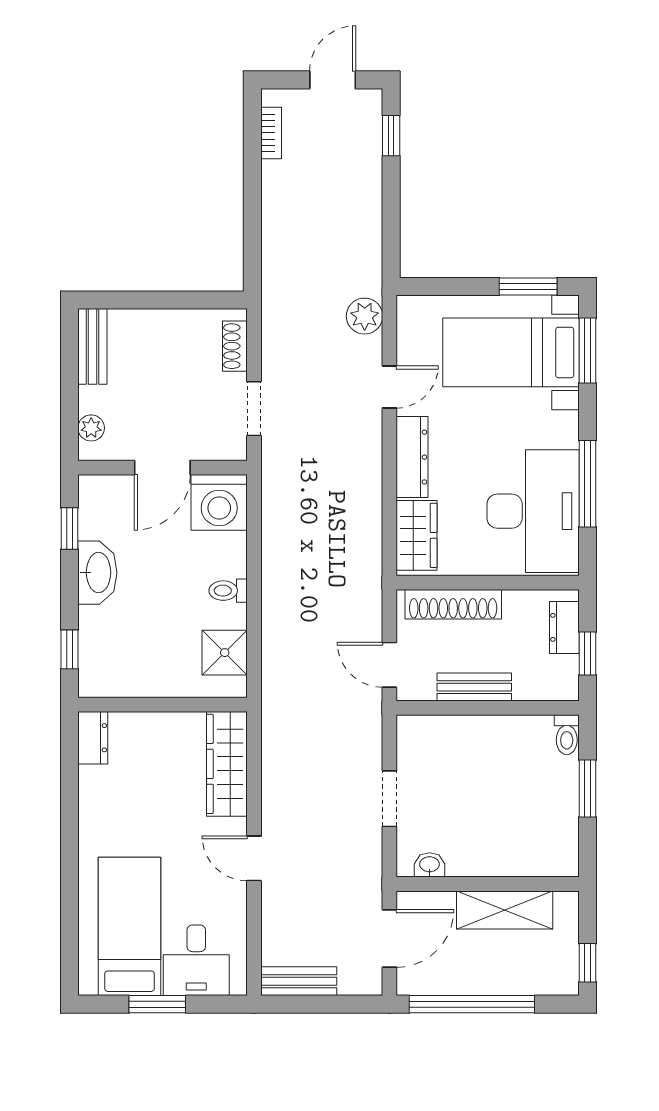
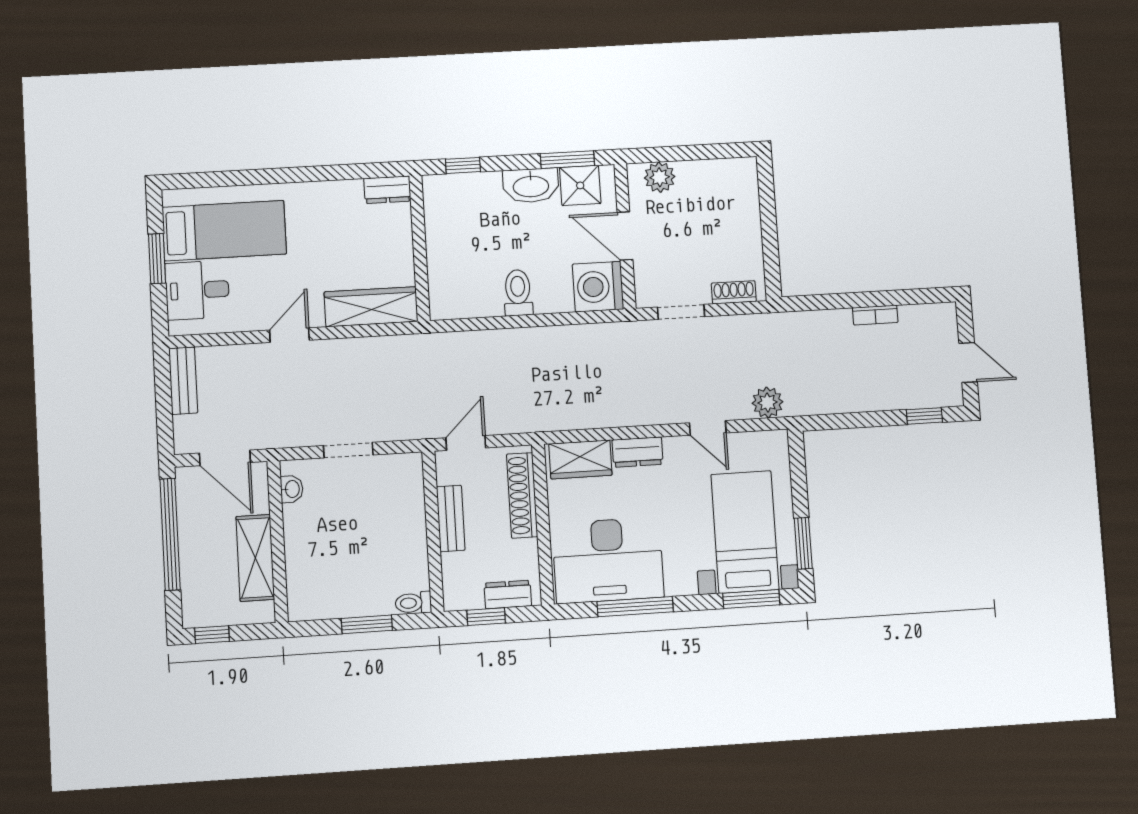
bookcase: (271, 133) -> (875, 315), moved
bench: (92, 346) -> (725, 170), removed
plant: (91, 428) -> (660, 177), width x1.38, depth x1.38
dresser: (412, 457) -> (638, 452), width x0.70
window: (69, 528) -> (567, 160), width x1.50
toilet: (228, 591) -> (518, 293), width x1.37, depth x1.39
shower: (225, 653) -> (580, 185), moved

